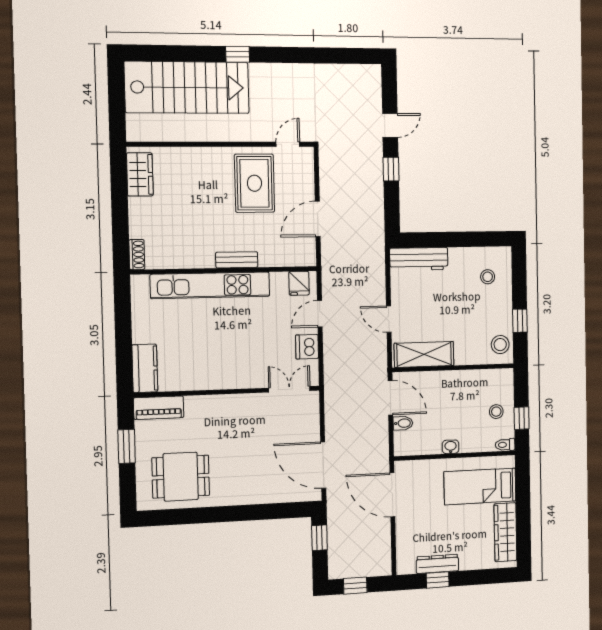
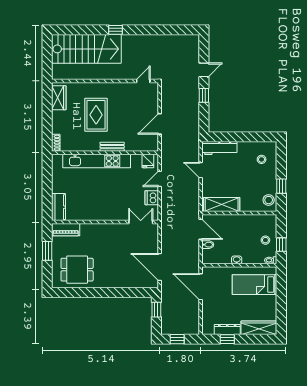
rug: (254, 183) -> (96, 115), moved
door: (389, 319) -> (201, 170), moved
wardrobe: (505, 532) -> (259, 328), moved, turned 90

